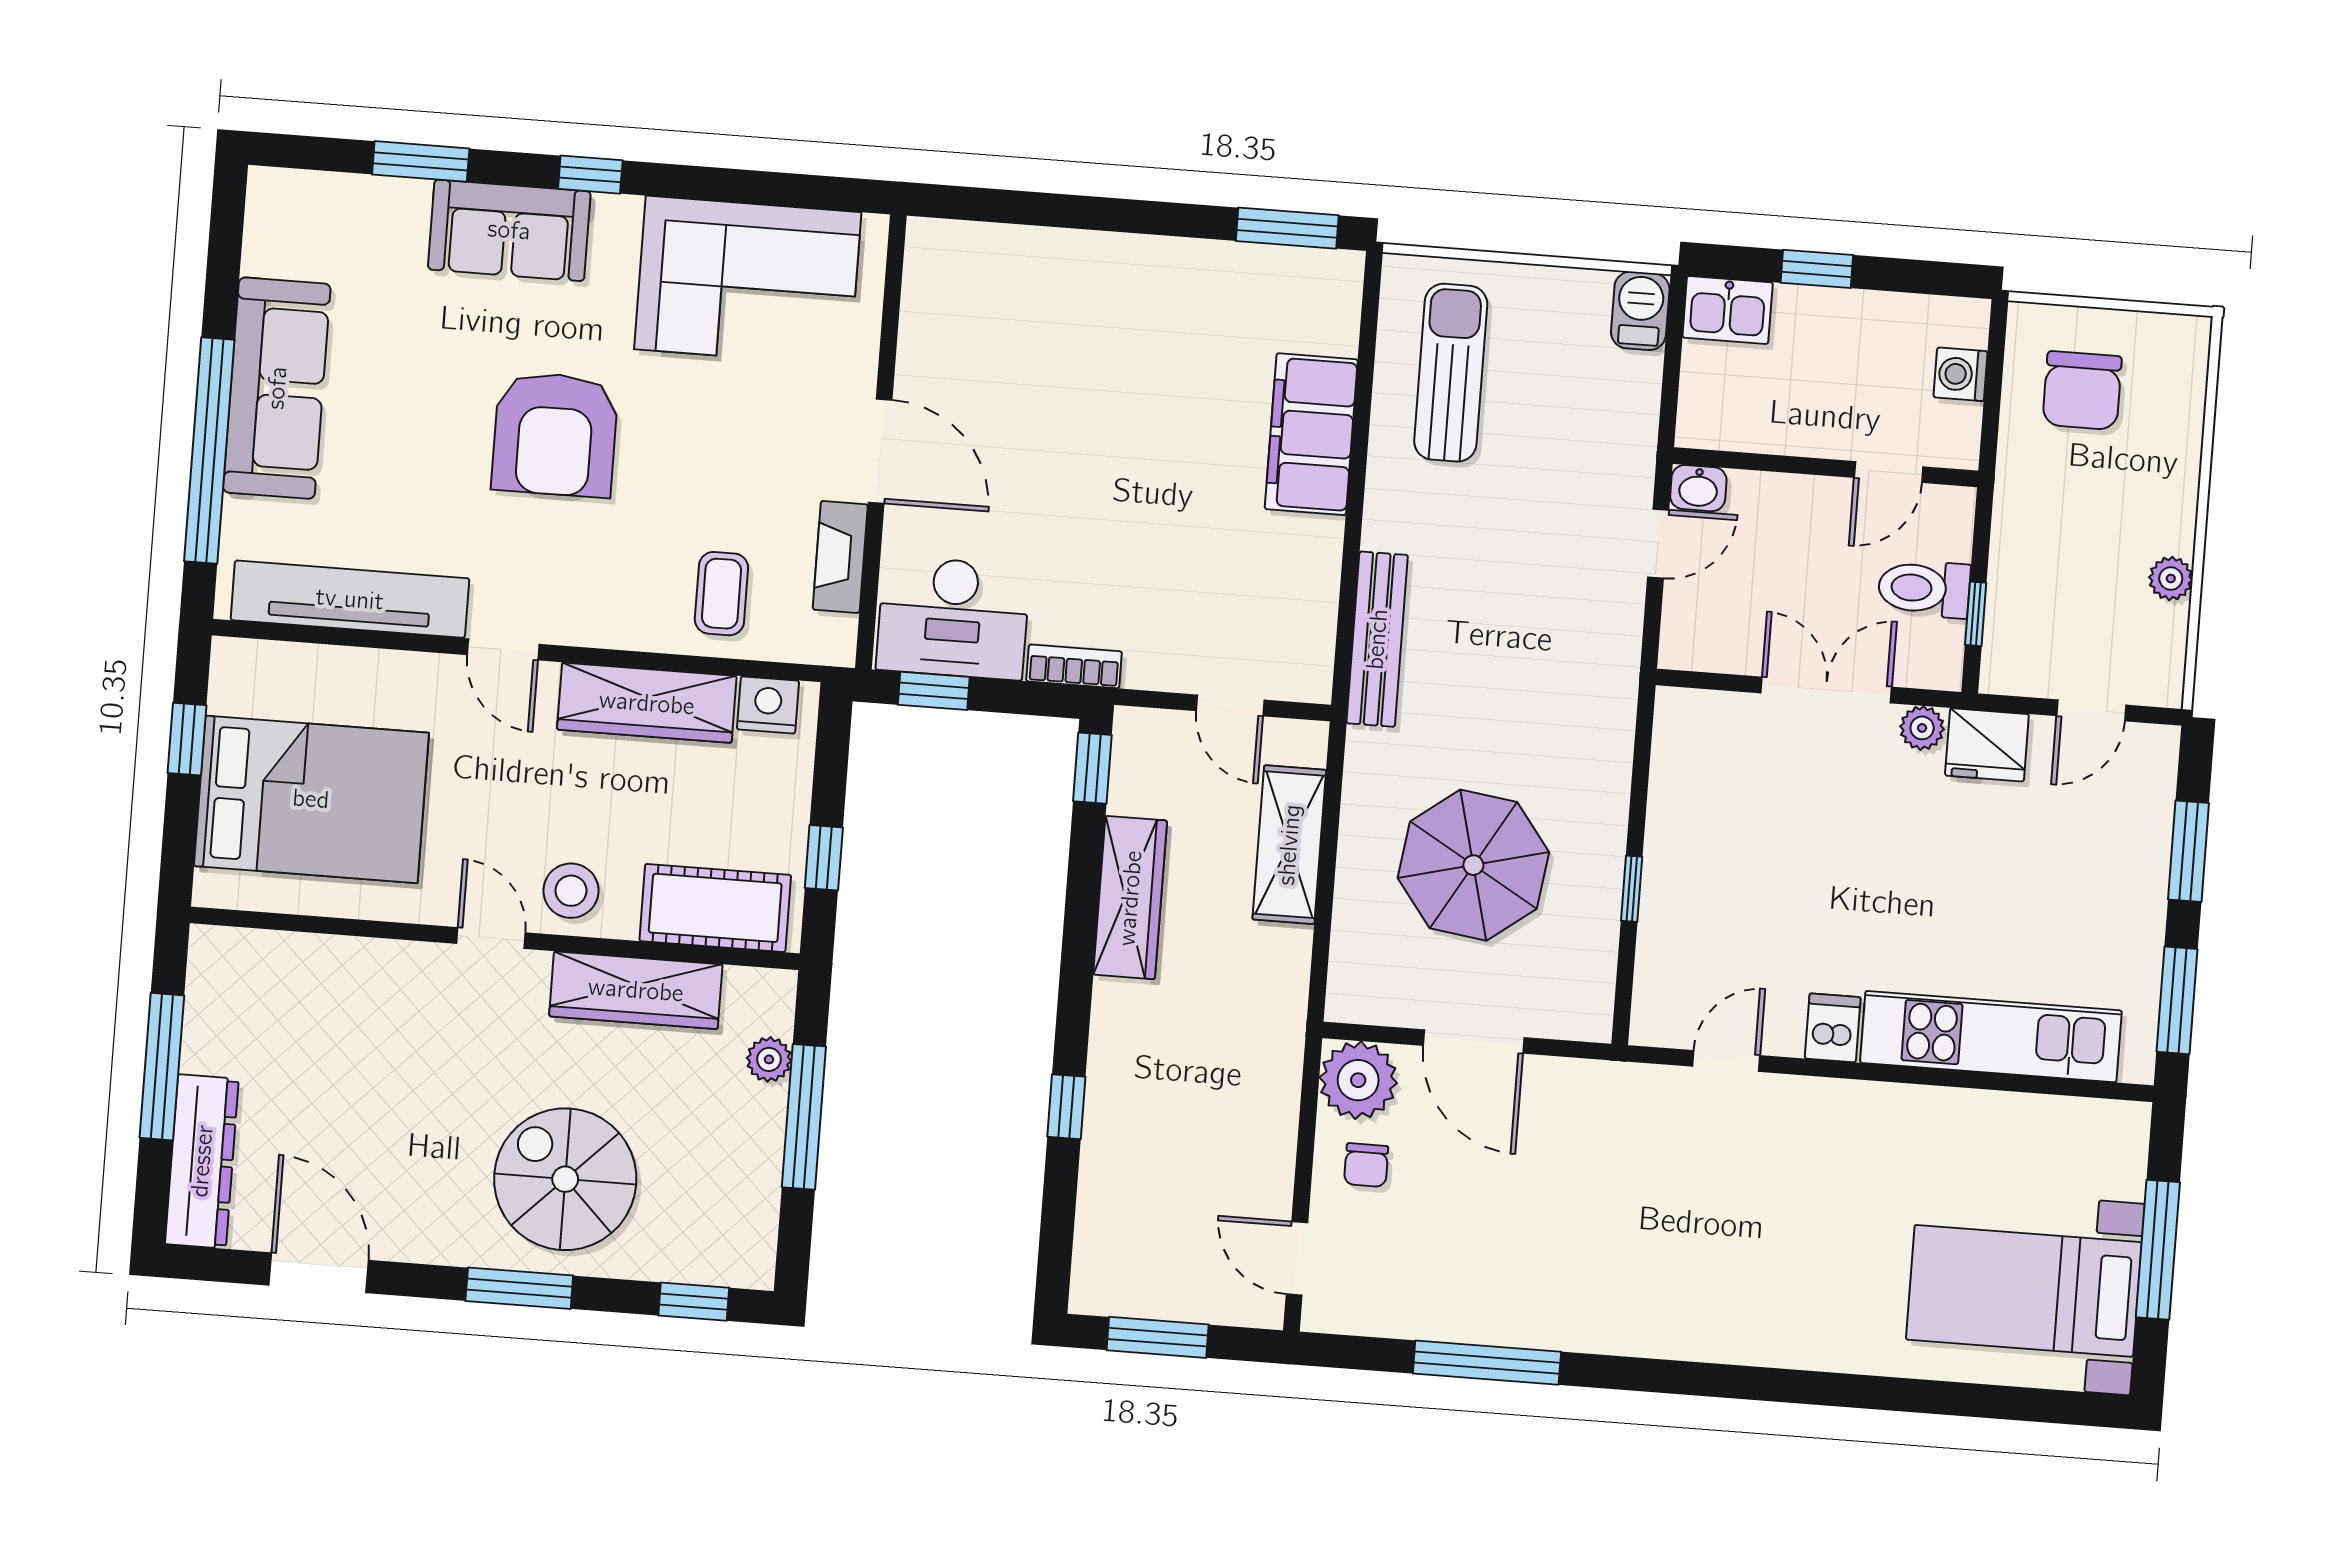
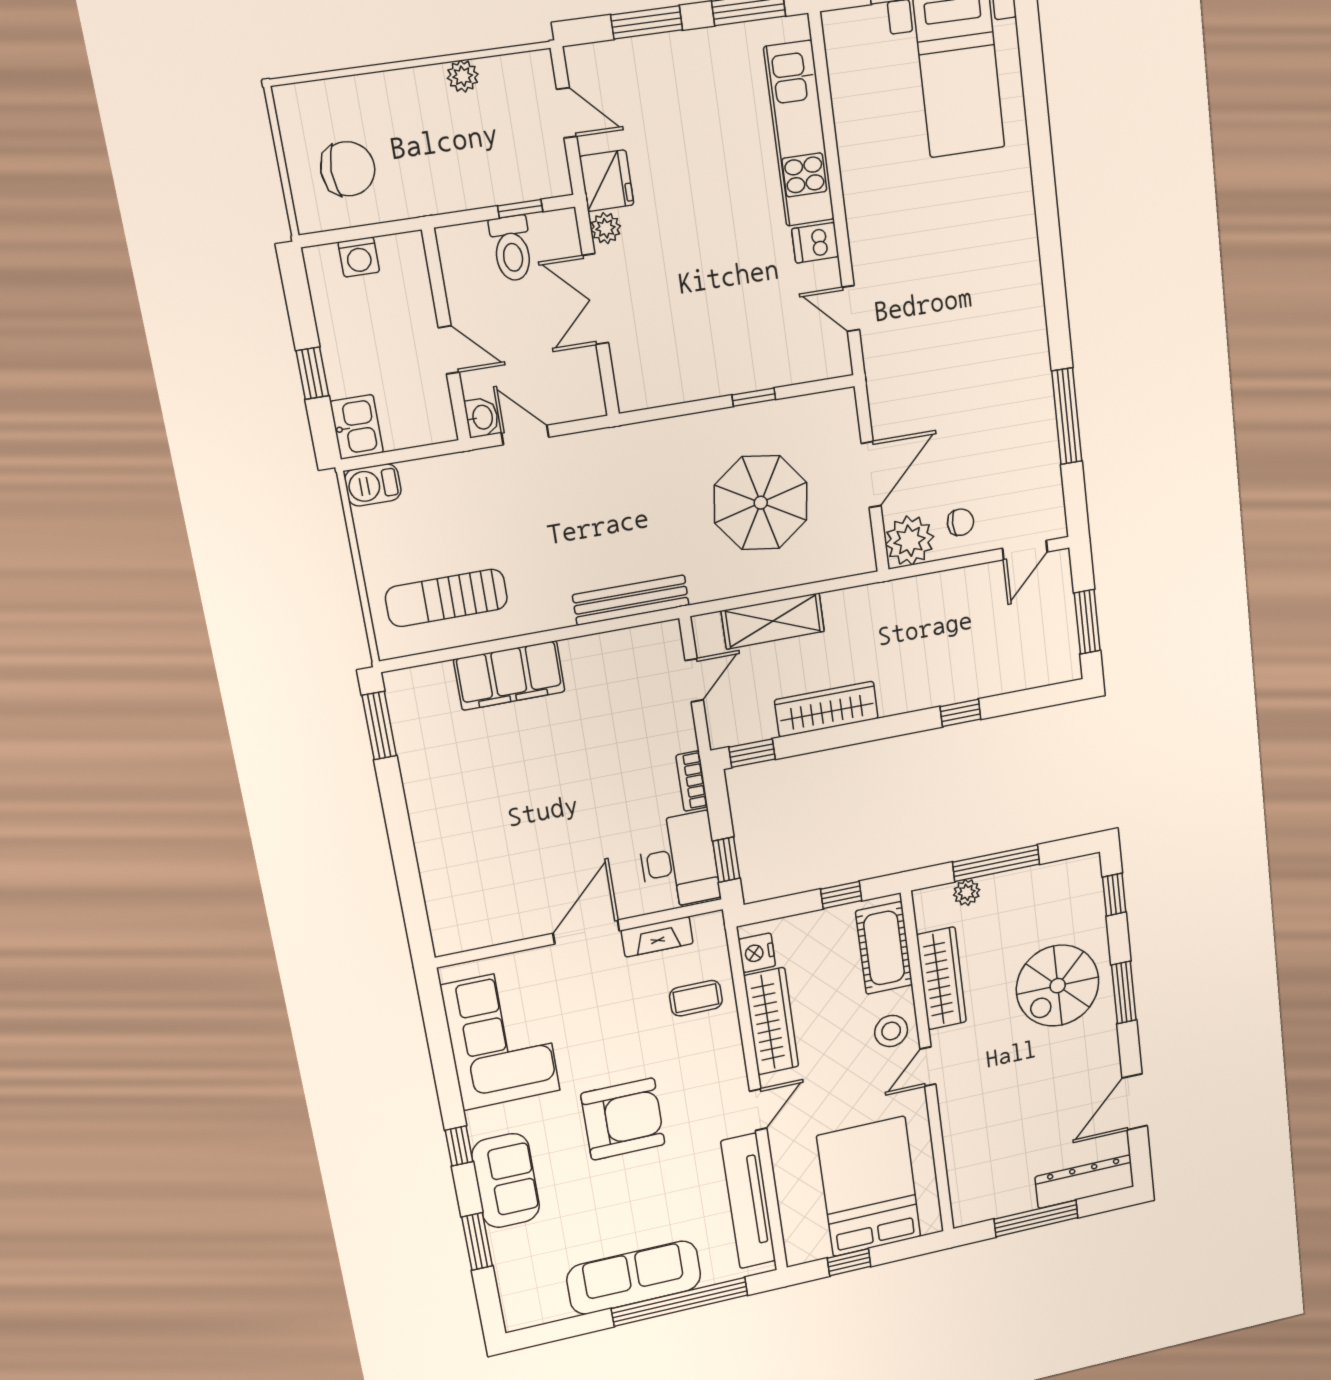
door: (1889, 472) -> (449, 350), moved

